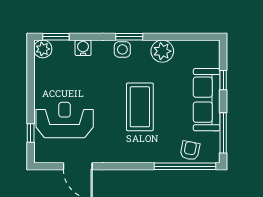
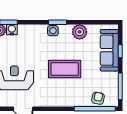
water cooler: (83, 48) -> (12, 30), moved
sofa: (207, 100) -> (109, 50), moved
coffee table: (140, 107) -> (65, 69), turned 90

